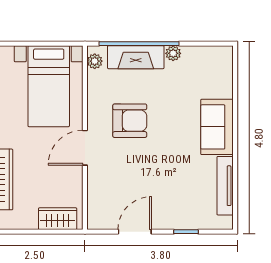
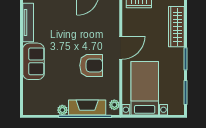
armchair: (130, 121) -> (91, 65), turned 180

